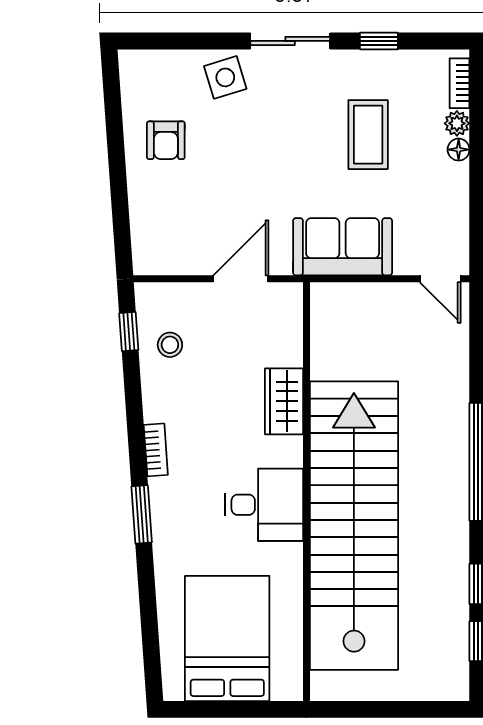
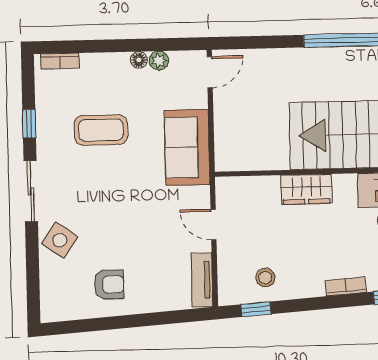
side table: (225, 77) -> (60, 240), turned -38
plant: (457, 123) -> (159, 61), moved
floor lamp: (459, 150) -> (139, 60), moved
tv unit: (169, 262) -> (202, 280), added
door: (241, 279) -> (213, 225), width x0.73

